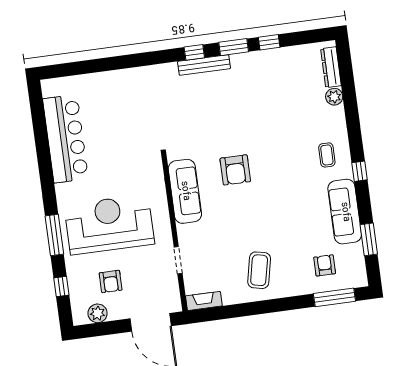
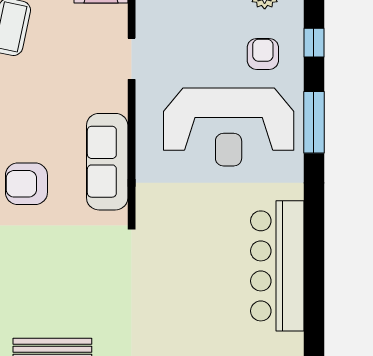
armchair: (235, 170) -> (26, 184), turned -90
armchair: (111, 281) -> (263, 54), moved

